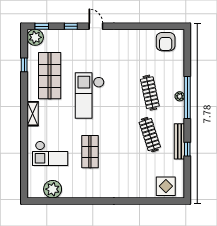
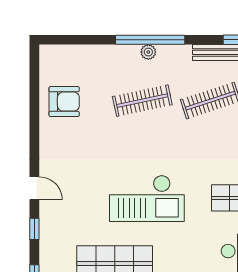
door: (96, 26) -> (34, 188), swing flipped
armchair: (166, 42) -> (64, 102), moved

